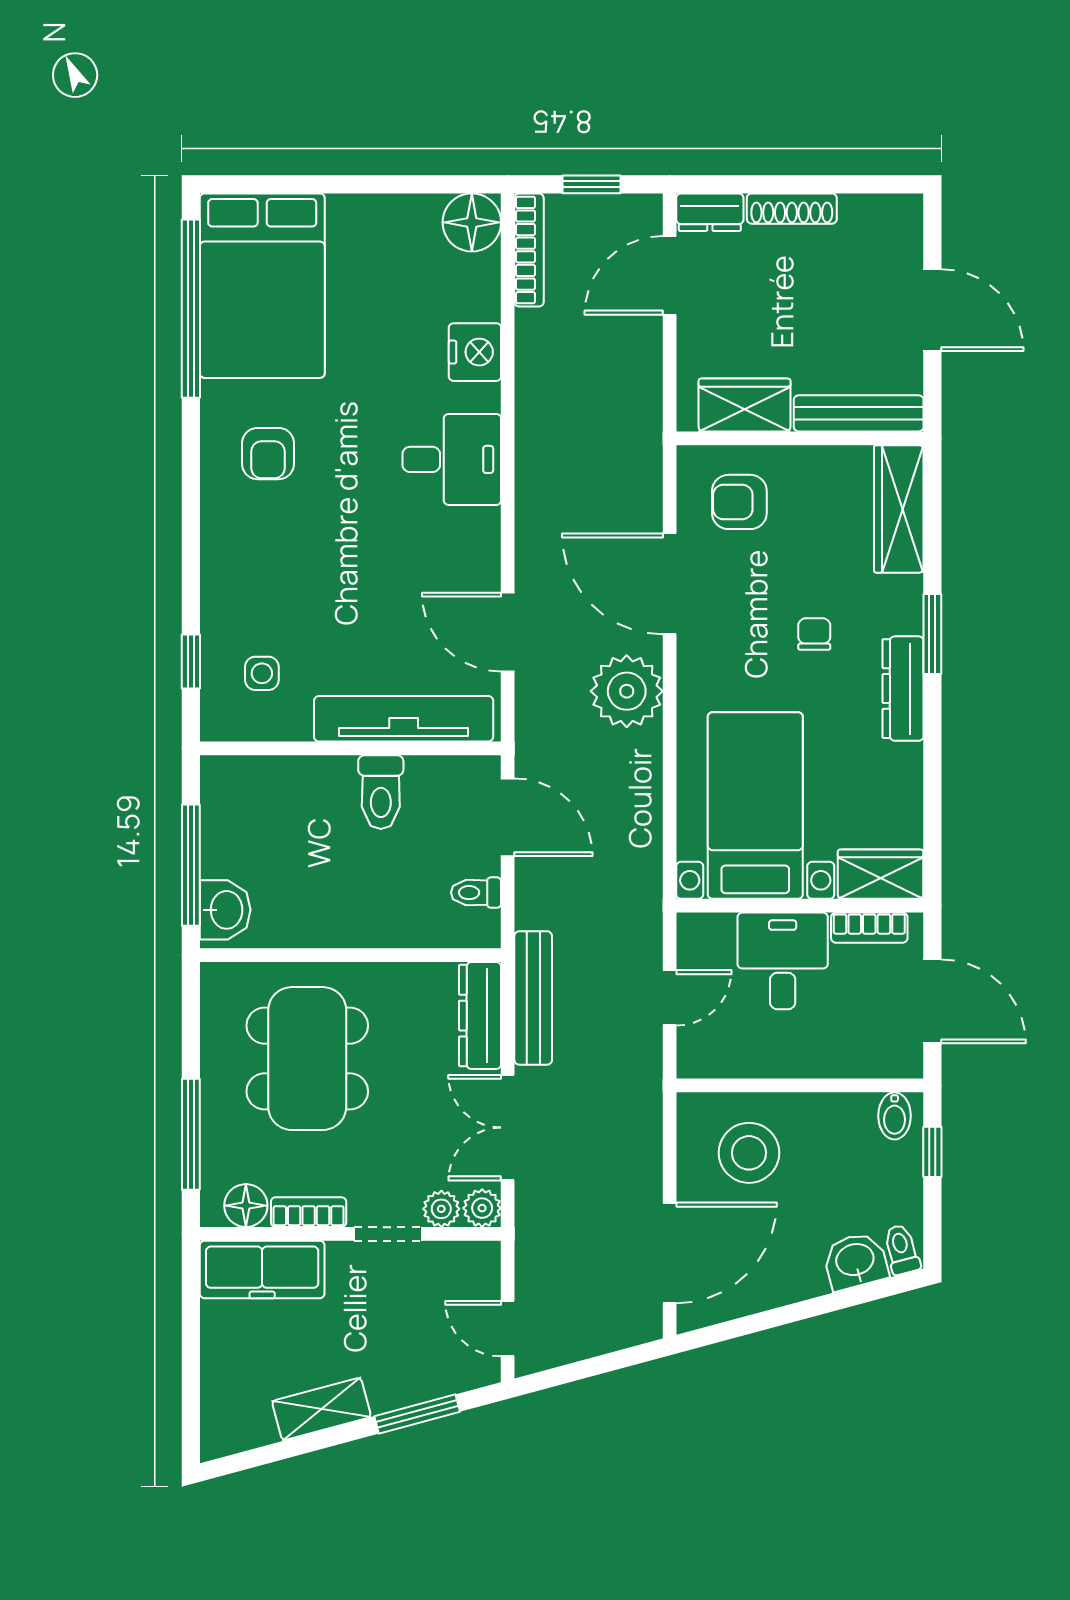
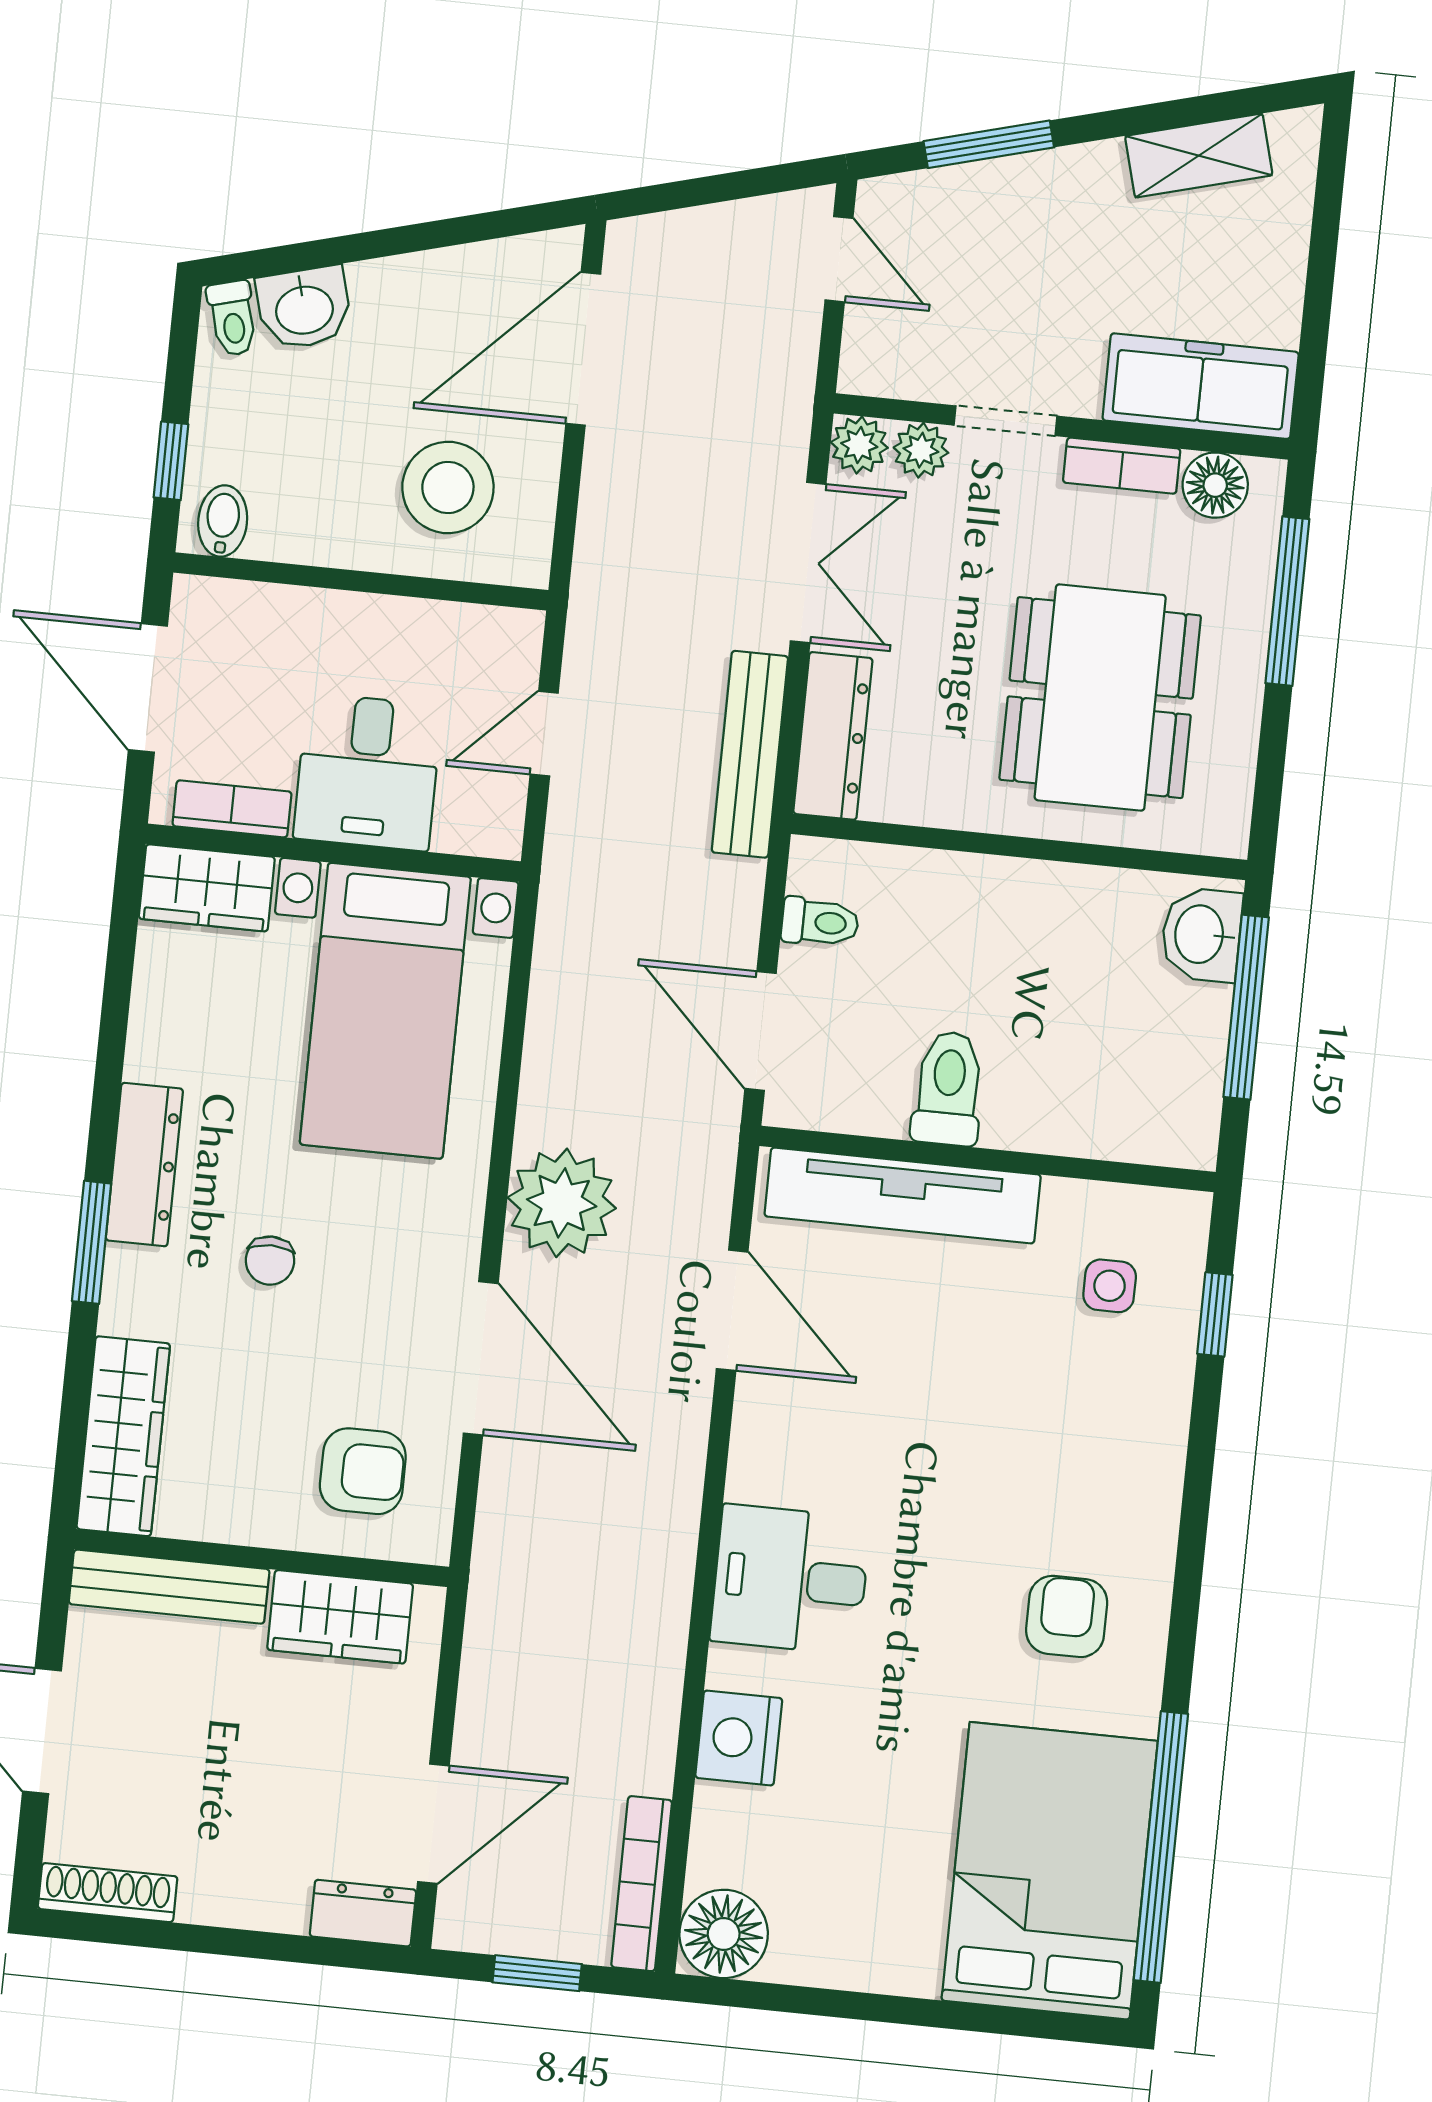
shoe rack: (792, 209) -> (108, 1893), moved
shelving: (322, 1409) -> (1199, 156), moved

